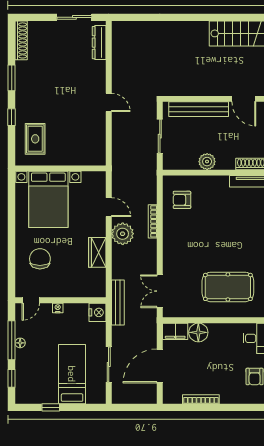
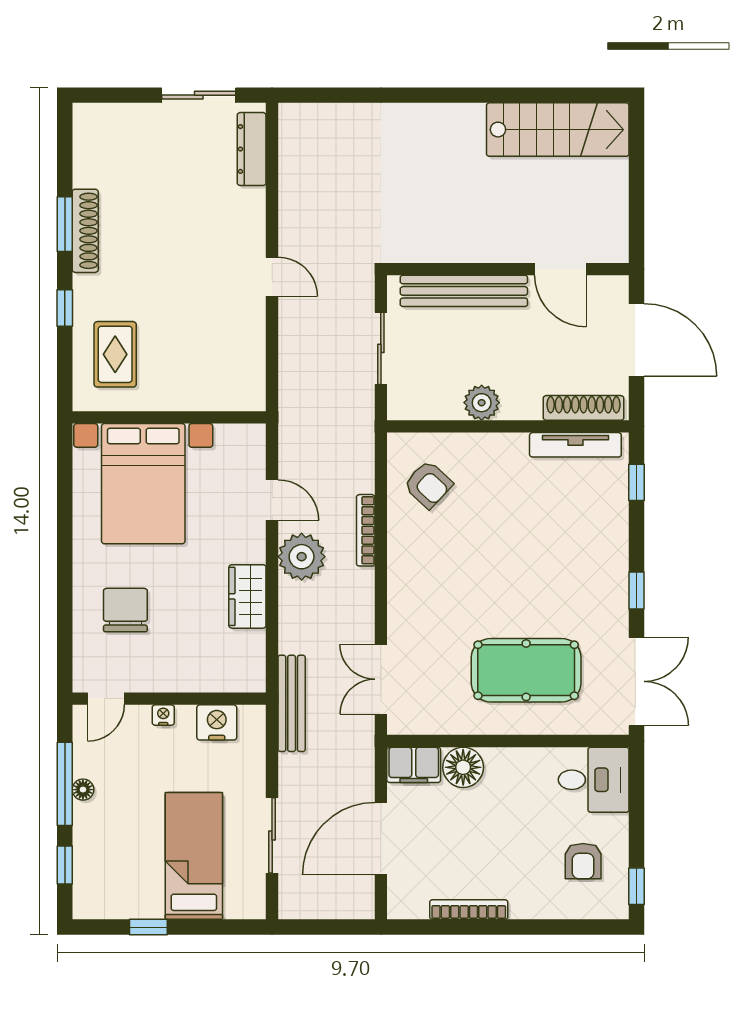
shoe rack: (21, 40) -> (85, 231), moved
armchair: (182, 200) -> (428, 484), turned -137
nightstand: (98, 312) -> (217, 722), moved, turned -90

